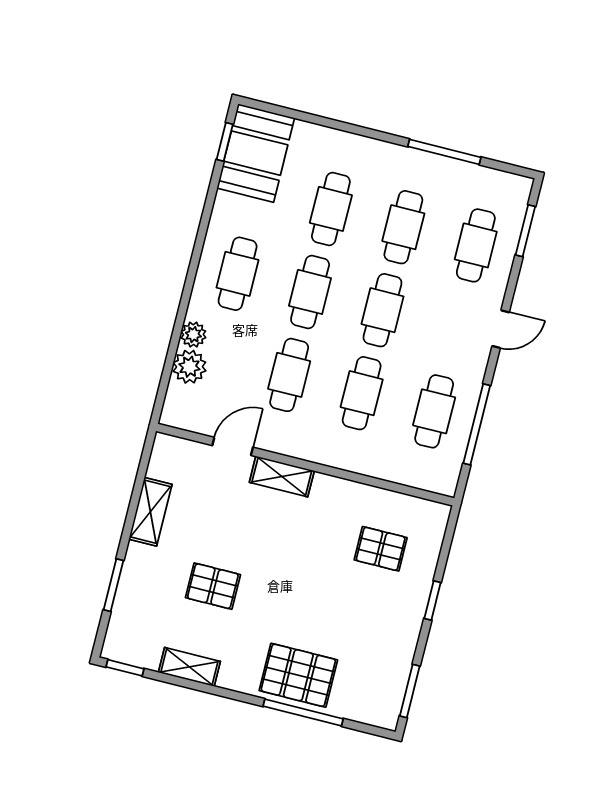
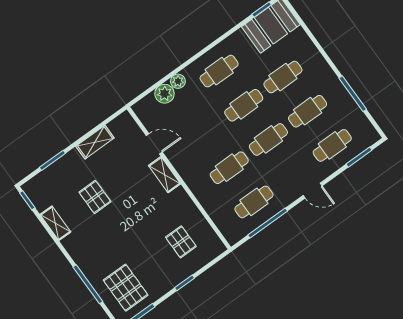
cafe table: (289, 375) -> (205, 134), removed
pallet: (298, 675) -> (126, 288), moved

